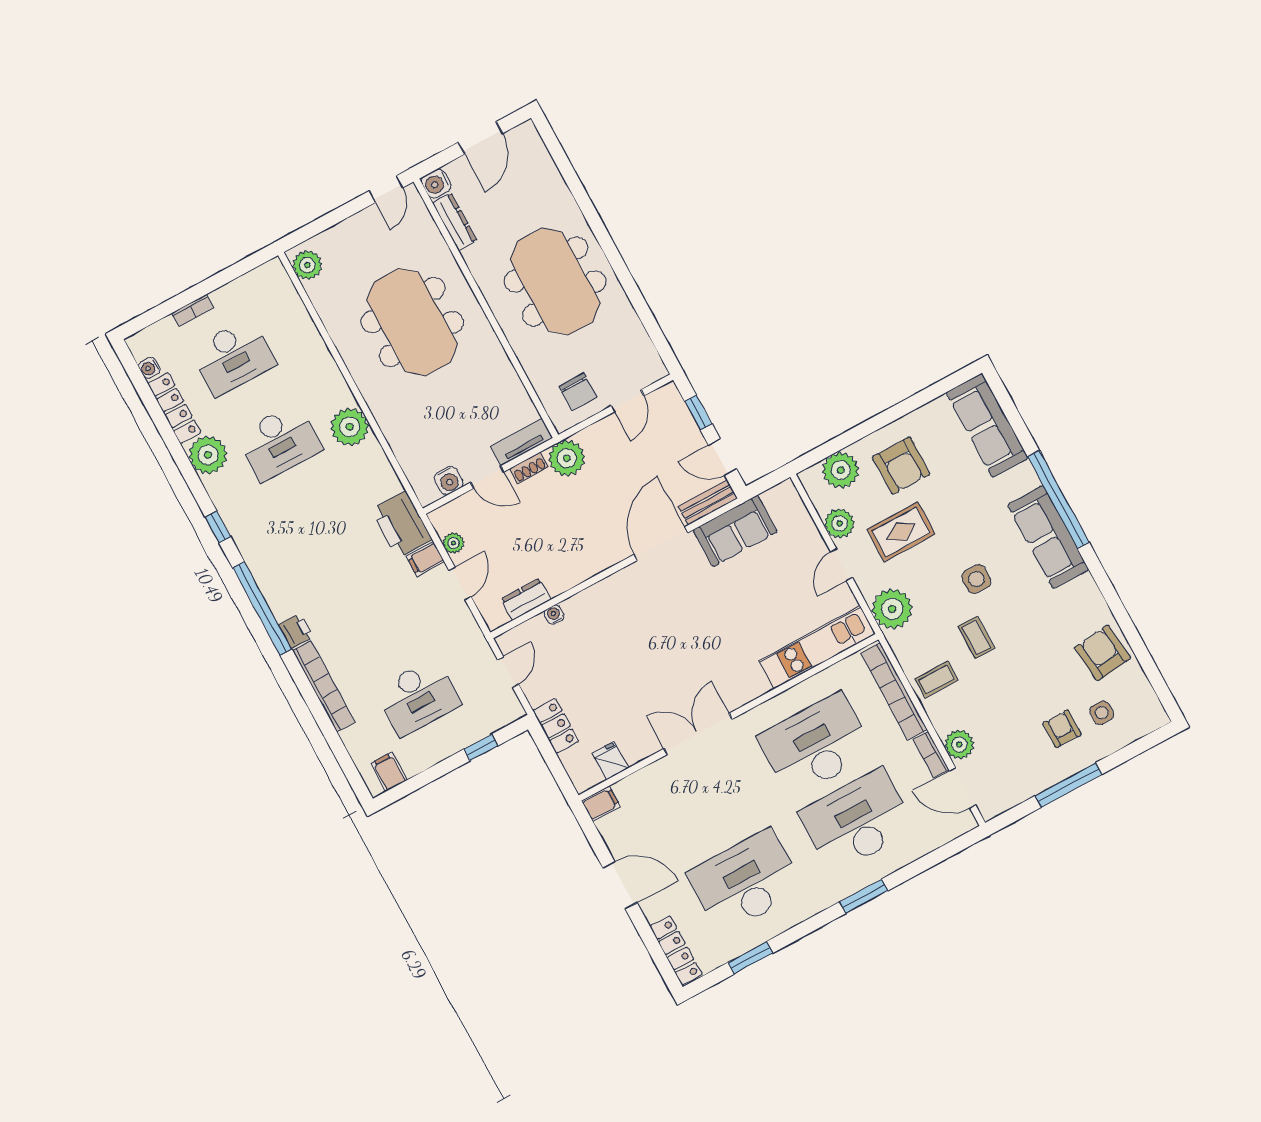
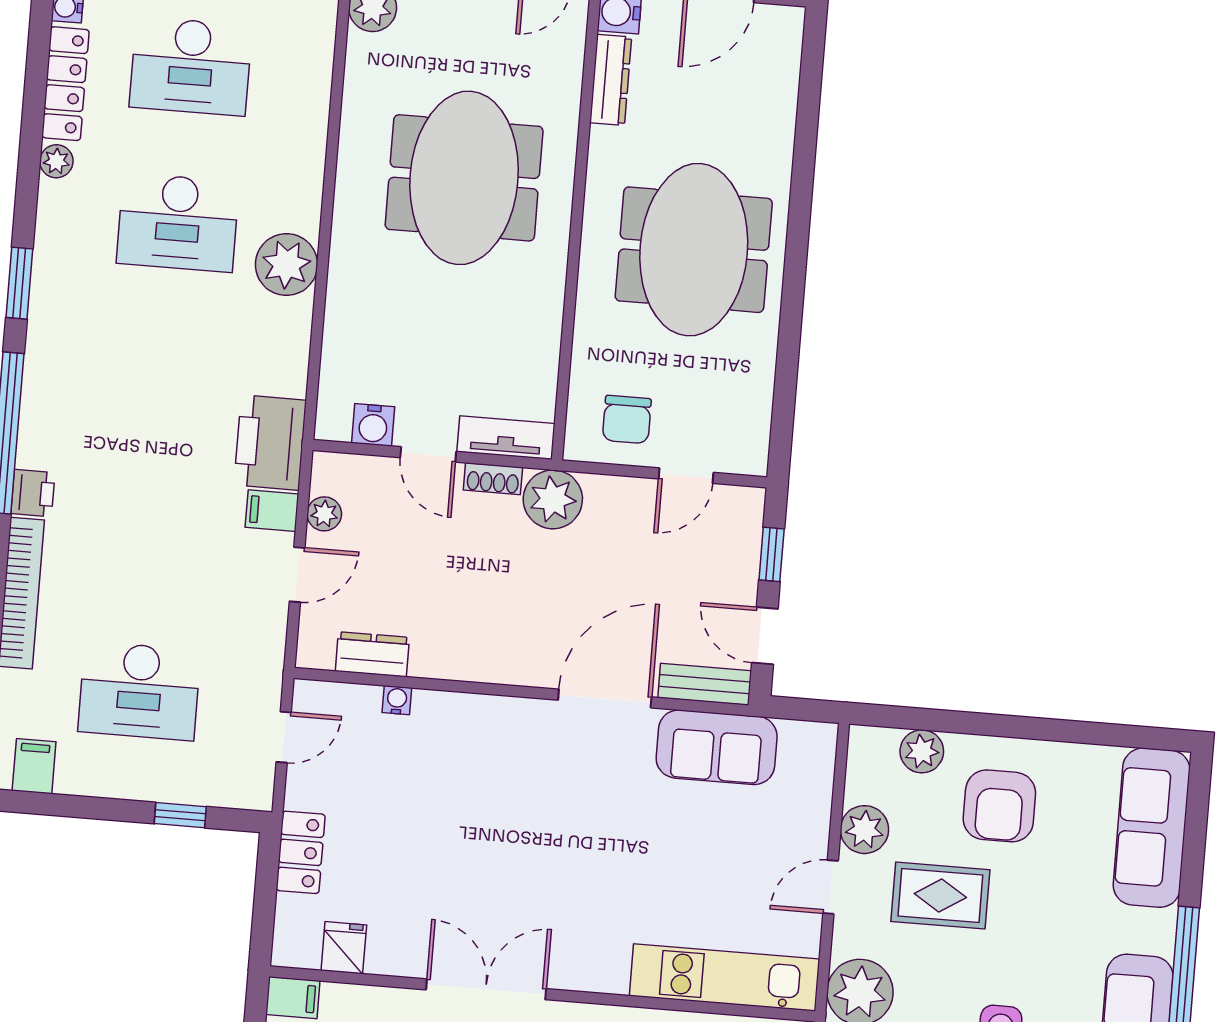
plant: (208, 455) -> (56, 161), width x0.53, depth x0.53
plant: (841, 470) -> (922, 751), width x0.73, depth x0.73
window: (218, 527) -> (19, 283), width x1.50

